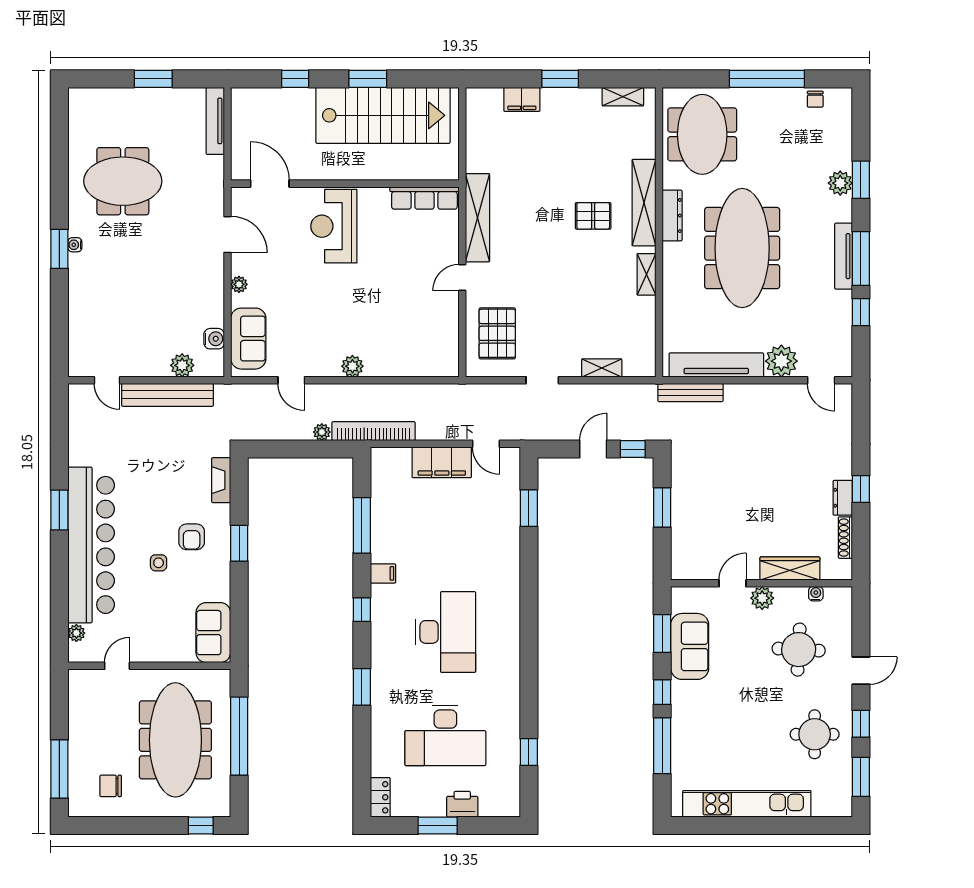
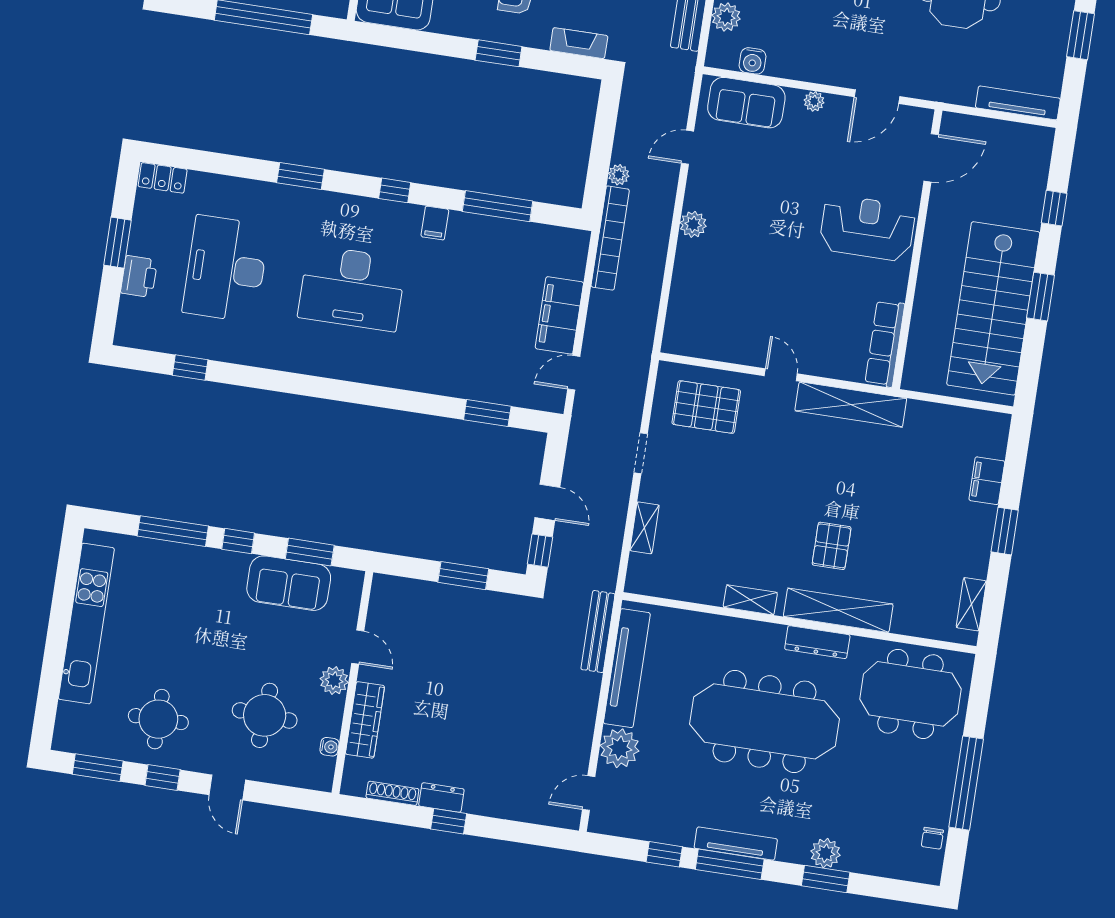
chair: (815, 99) -> (932, 838), turned -90

